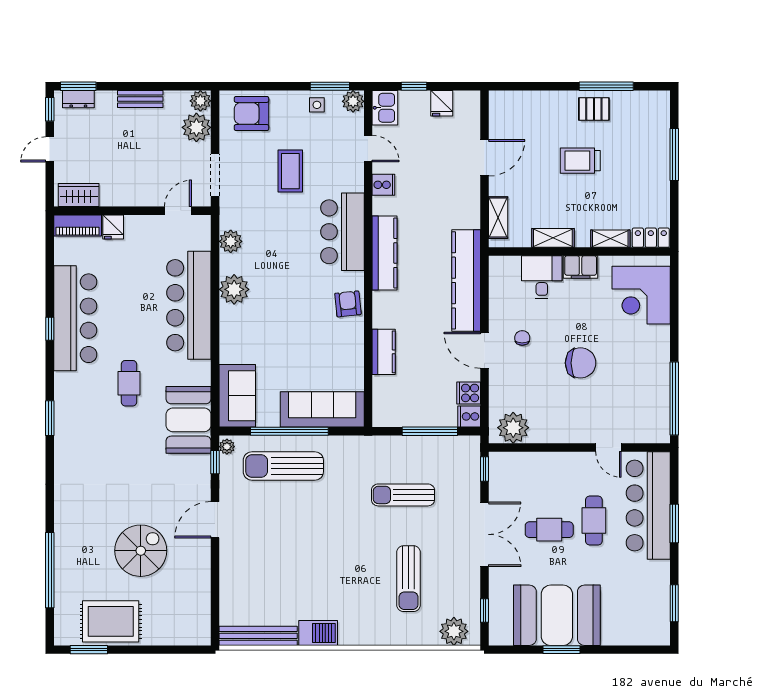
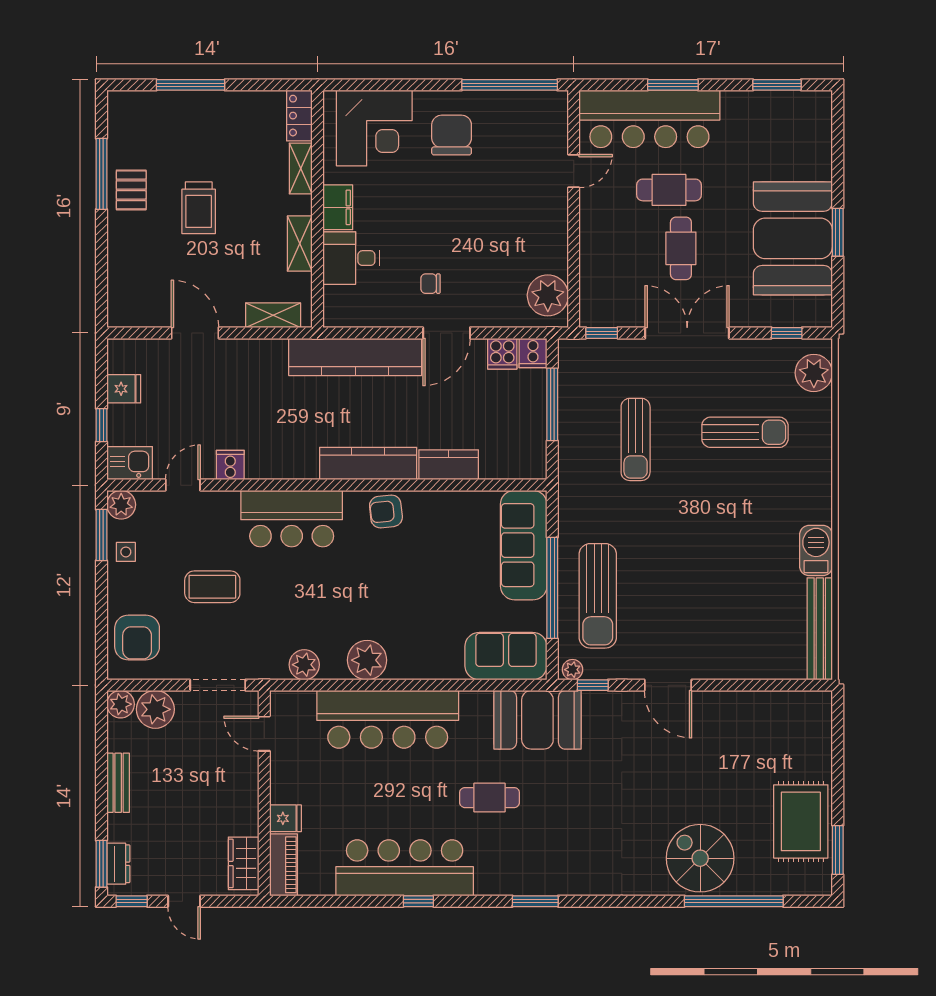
kitchen counter: (385, 253) -> (368, 464), moved
chair: (581, 363) -> (452, 135), moved
spiral stairs: (141, 551) -> (700, 858), moved

